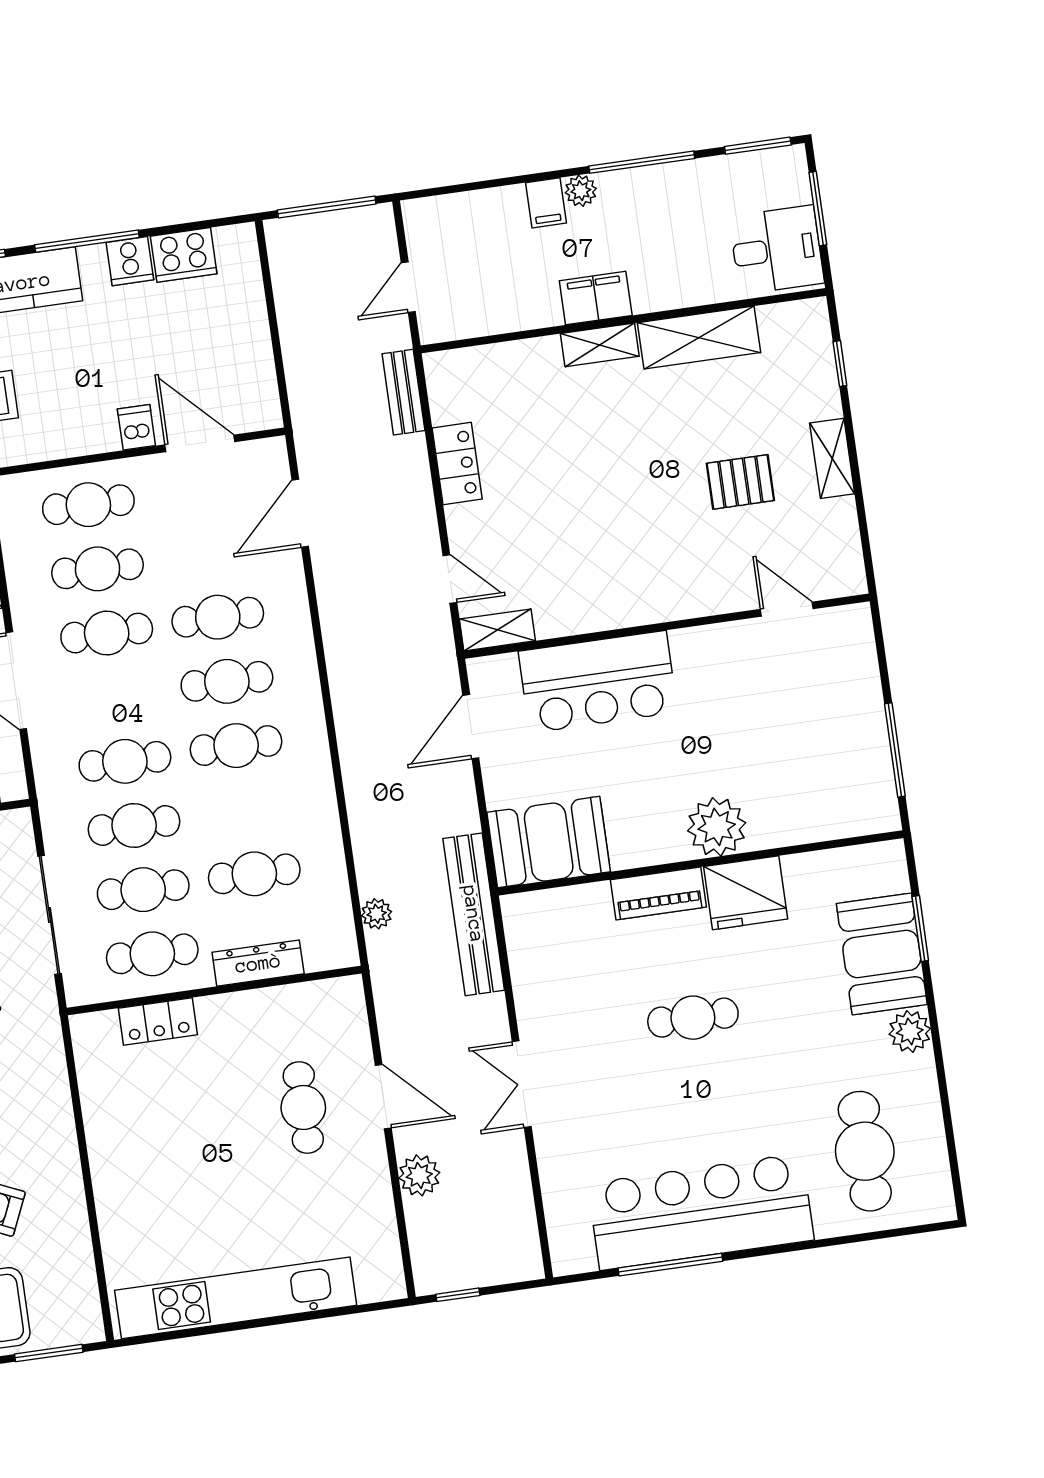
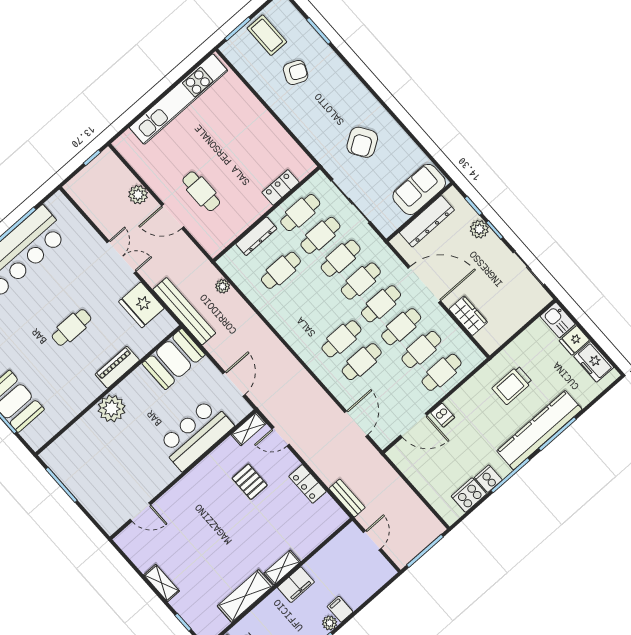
pallet: (740, 482) -> (250, 482), moved, turned 90
cafe table: (236, 746) -> (381, 304), moved
fridge: (746, 893) -> (141, 305), moved, turned -90

